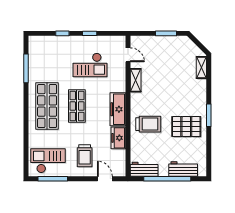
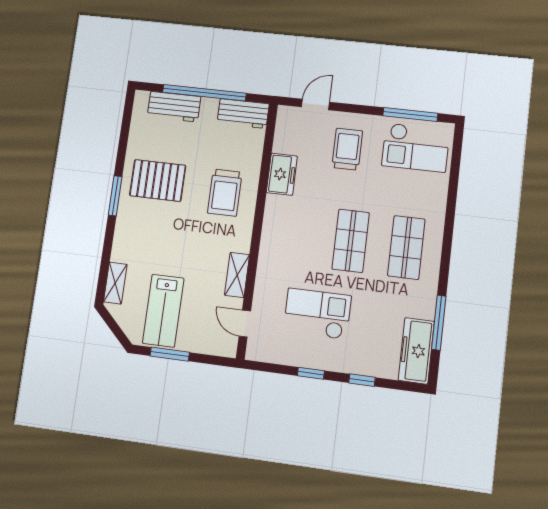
lab bench: (173, 56) -> (163, 311), added
shop shelf: (47, 106) -> (406, 247), width x0.70, depth x0.74
freezer: (118, 109) -> (416, 351), moved, turned 180
trolley: (148, 124) -> (225, 193), turned -90
door: (105, 179) -> (315, 104), swing flipped

